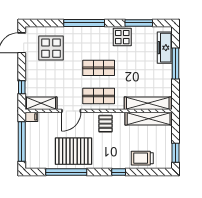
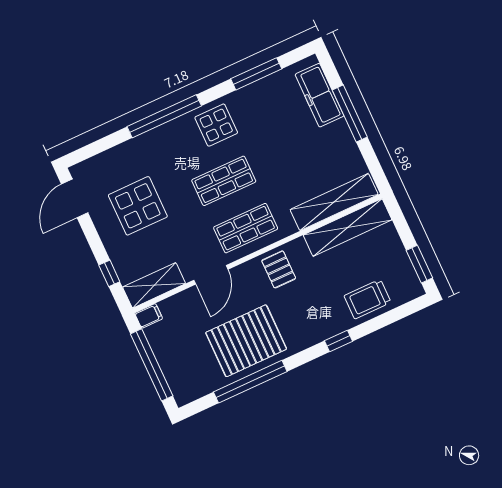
display table: (122, 37) -> (216, 125), moved
display table: (51, 48) -> (138, 206), moved

